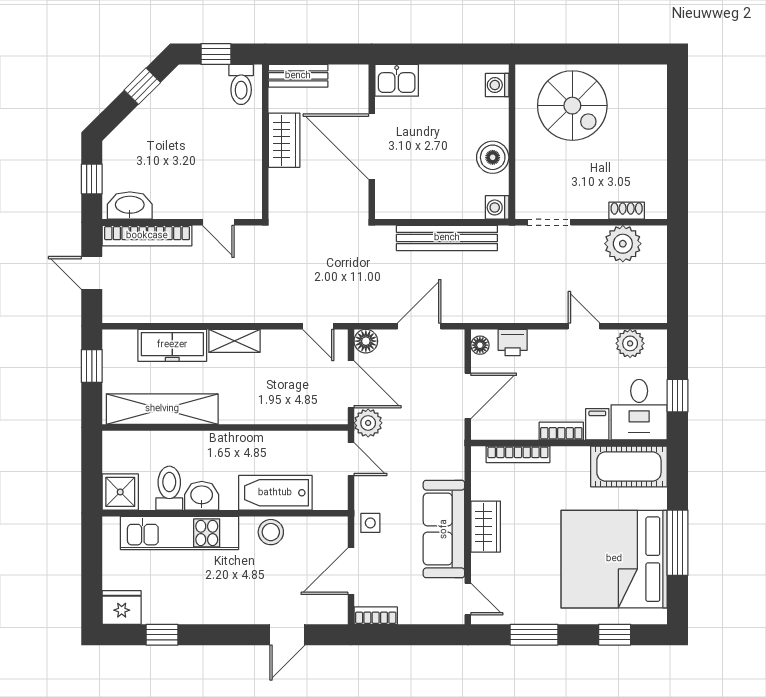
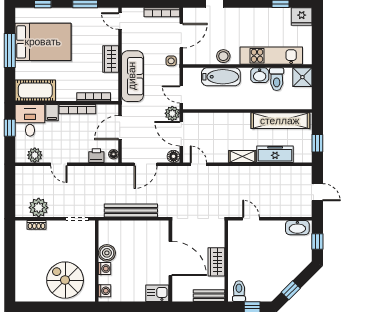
washing machine: (497, 207) -> (105, 269), moved
bookcase: (147, 236) -> (288, 212), removed
bookcase: (561, 431) -> (77, 109), width x1.56
sofa: (444, 529) -> (132, 76), moved
bed: (614, 559) -> (43, 42), width x0.73
bookcase: (376, 616) -> (162, 12), width x1.56

